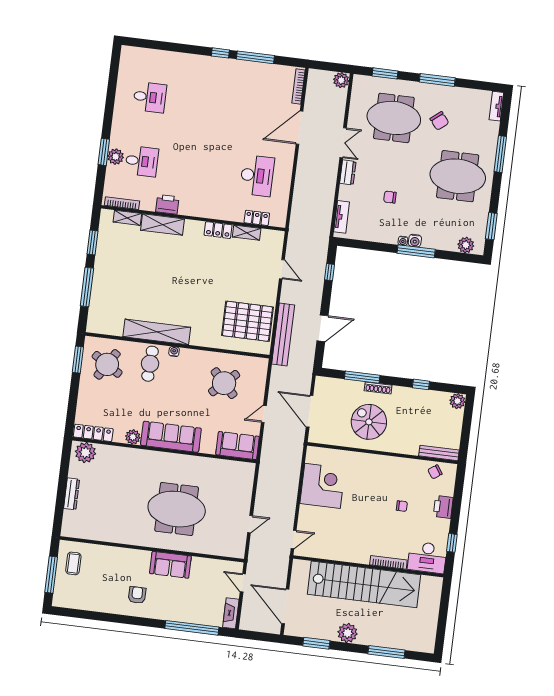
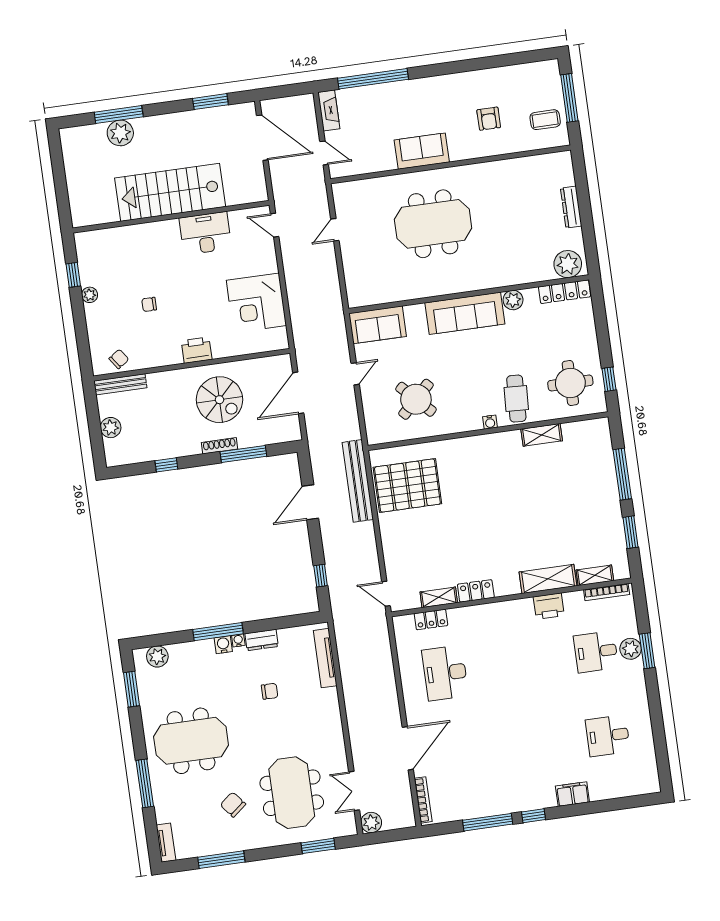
filing cabinet: (187, 61) -> (572, 794), added
window: (437, 80) -> (221, 860), moved
meeting table: (394, 118) -> (292, 793), turned 90
double door: (343, 143) -> (354, 791), moved
dresser: (348, 172) -> (262, 640), moved, turned -90
tv unit: (342, 217) -> (325, 658), width x1.41
door: (282, 269) -> (386, 594), moved
shelving: (157, 332) -> (542, 435), width x0.45, depth x0.75
window: (78, 360) -> (609, 379), width x0.67
round table: (107, 364) -> (570, 383), turned -32
plant: (457, 401) -> (111, 428), moved
door: (310, 411) -> (298, 393), swing flipped
printer: (443, 507) -> (197, 350), moved, turned -90
plant: (444, 525) -> (90, 295), added
door: (294, 539) -> (275, 225), hinge flipped
desk: (427, 557) -> (205, 233), moved
bookcase: (388, 562) -> (147, 229), removed
coffee table: (73, 563) -> (545, 120), turned 90
stairs: (364, 584) -> (170, 192), width x0.73
armchair: (137, 595) -> (489, 119), moved
plant: (348, 633) -> (120, 133), moved

